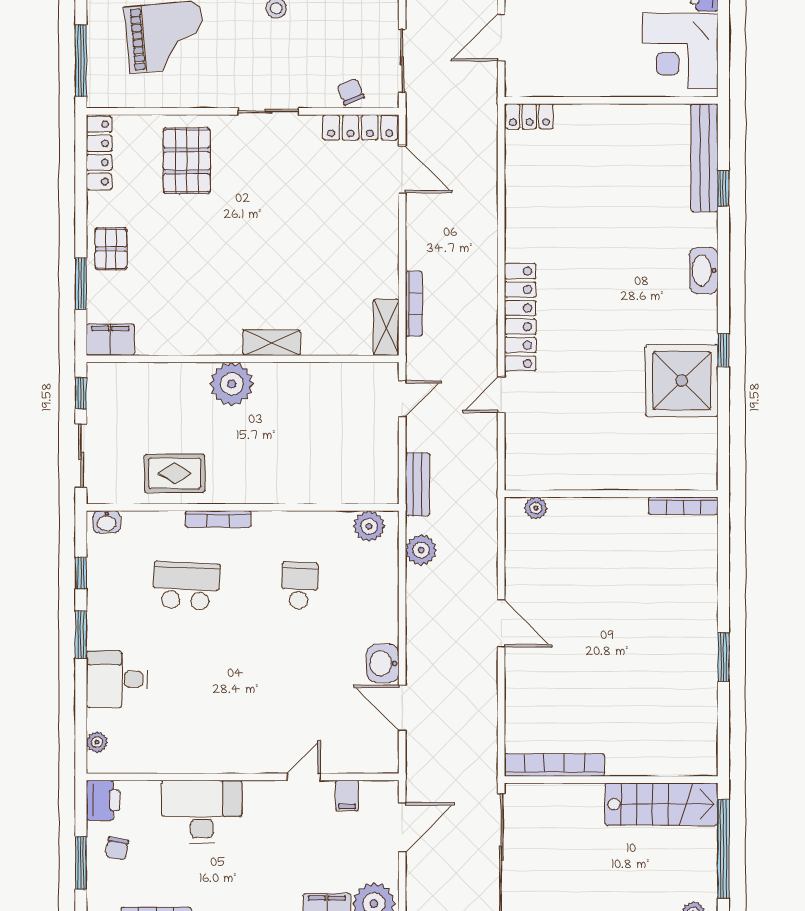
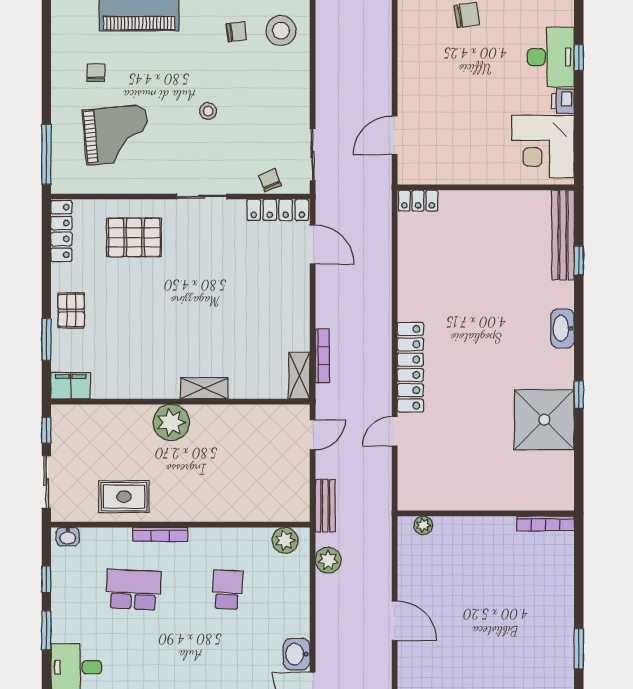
pallet: (187, 161) -> (134, 237), turned 90

